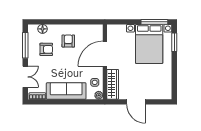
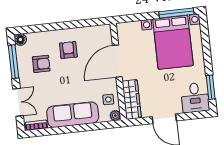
floor lamp: (43, 29) -> (20, 40), moved
window: (174, 42) -> (211, 87), moved
desk: (161, 88) -> (195, 98), added

